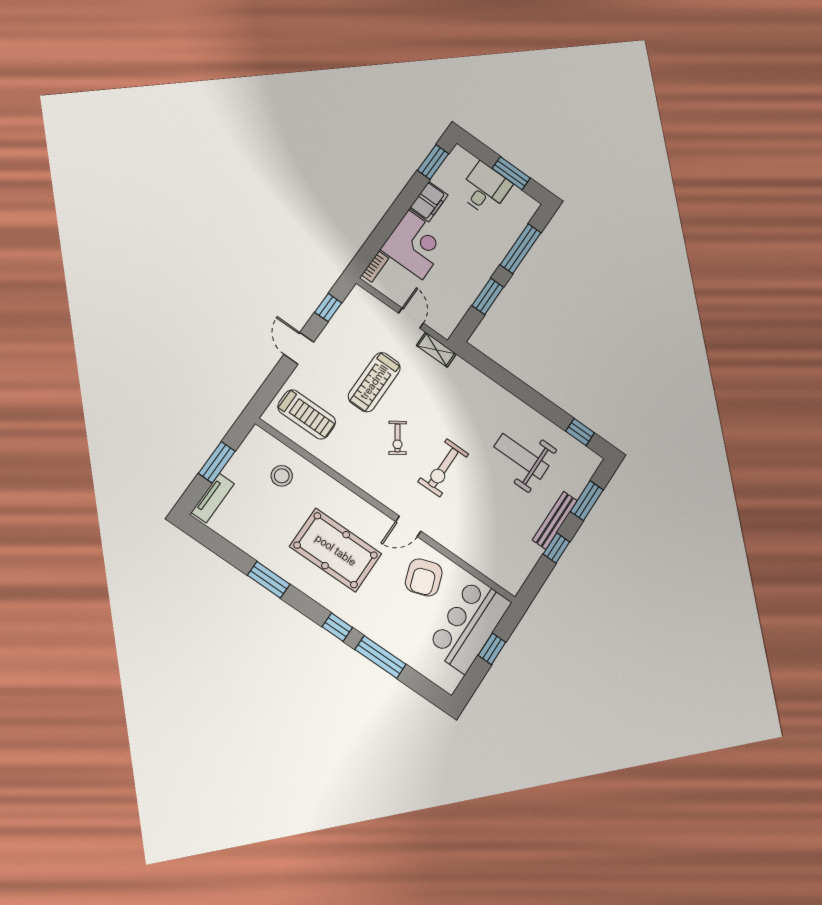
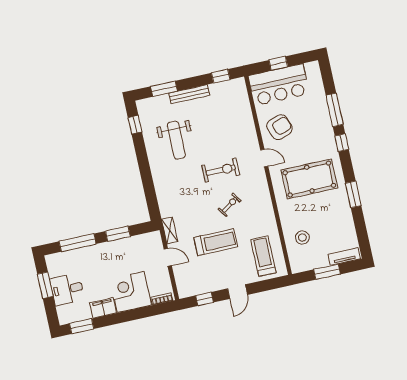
door: (411, 318) -> (168, 257), swing flipped
window: (556, 548) -> (221, 76), moved
pool table: (336, 550) -> (309, 179), turned 90

